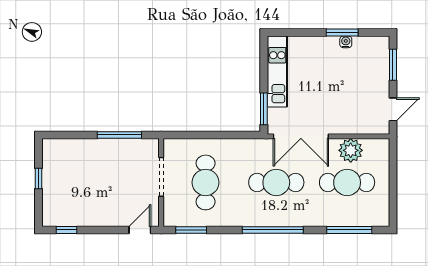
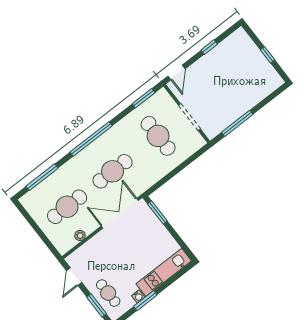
cafe table: (372, 68) -> (108, 293), added
kitchen unit: (277, 72) -> (164, 272), moved, turned 90
plant: (351, 150) -> (80, 236), width x0.53, depth x0.53
window: (67, 230) -> (209, 47), moved

